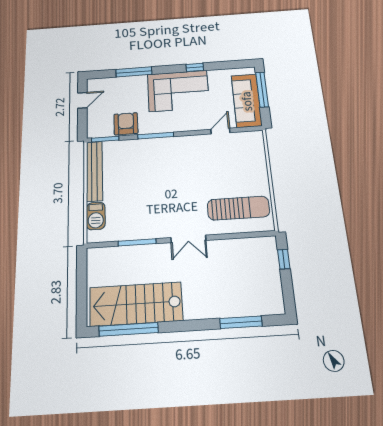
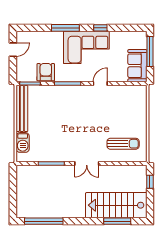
window: (134, 72) -> (65, 28), moved
sofa: (247, 101) -> (137, 66), width x0.73
door: (220, 131) -> (100, 84), moved
sun lounger: (238, 208) -> (123, 144), width x0.73, depth x0.75
stairs: (136, 304) -> (116, 205), moved

